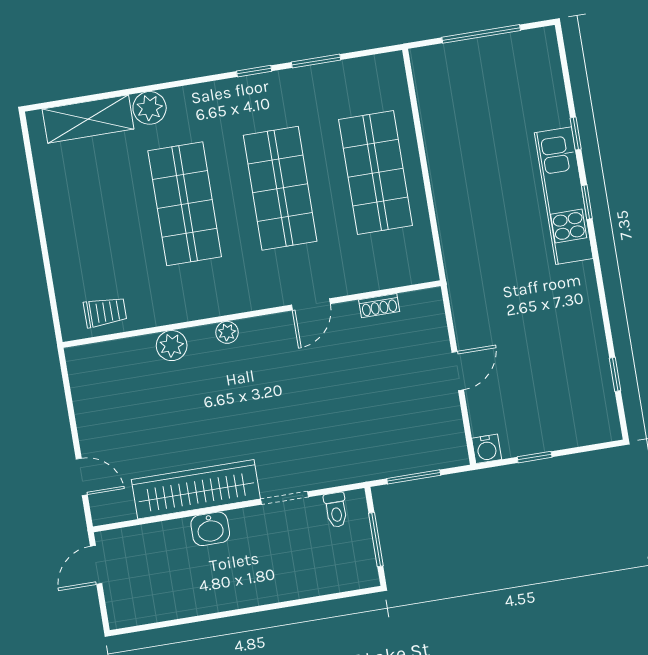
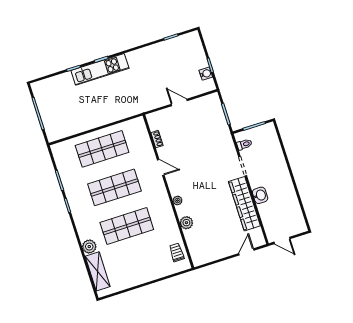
water cooler: (487, 449) -> (206, 74), moved

